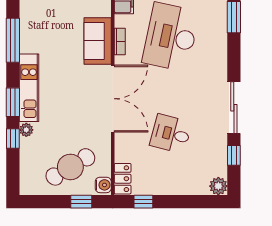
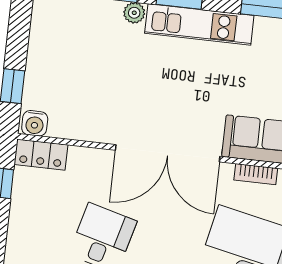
cafe table: (70, 167) -> (68, 75), removed

